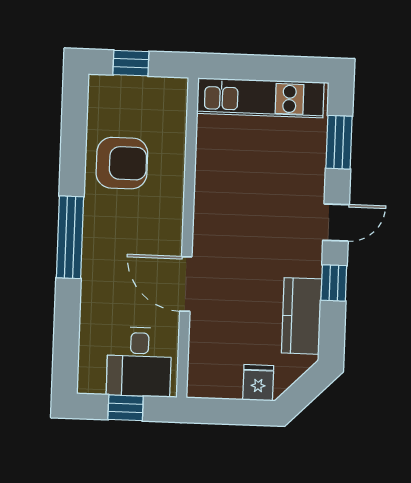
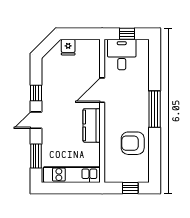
door: (186, 284) -> (102, 90), swing flipped
kitchen counter: (302, 316) -> (92, 125), moved, turned 180

